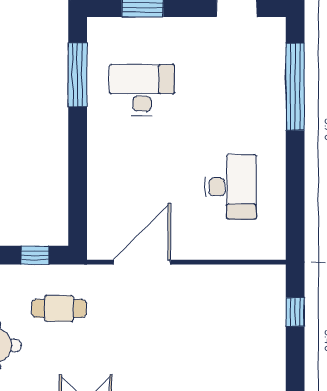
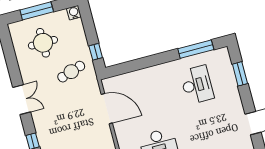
cafe table: (59, 308) -> (71, 72), turned 72

